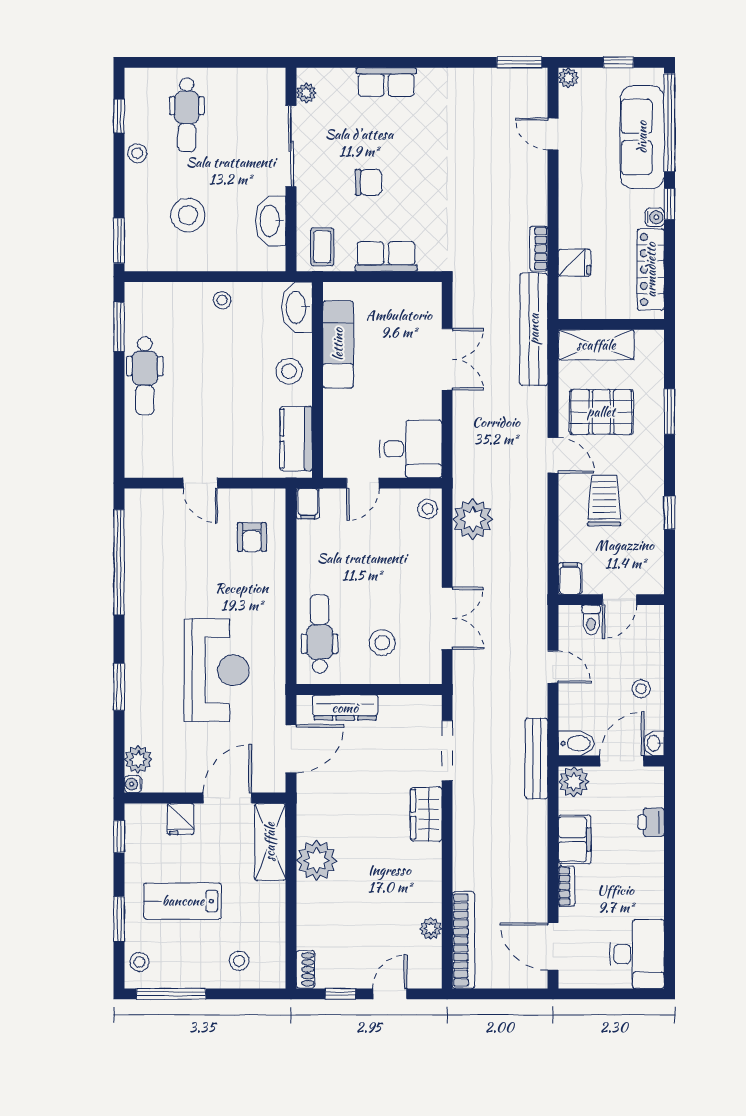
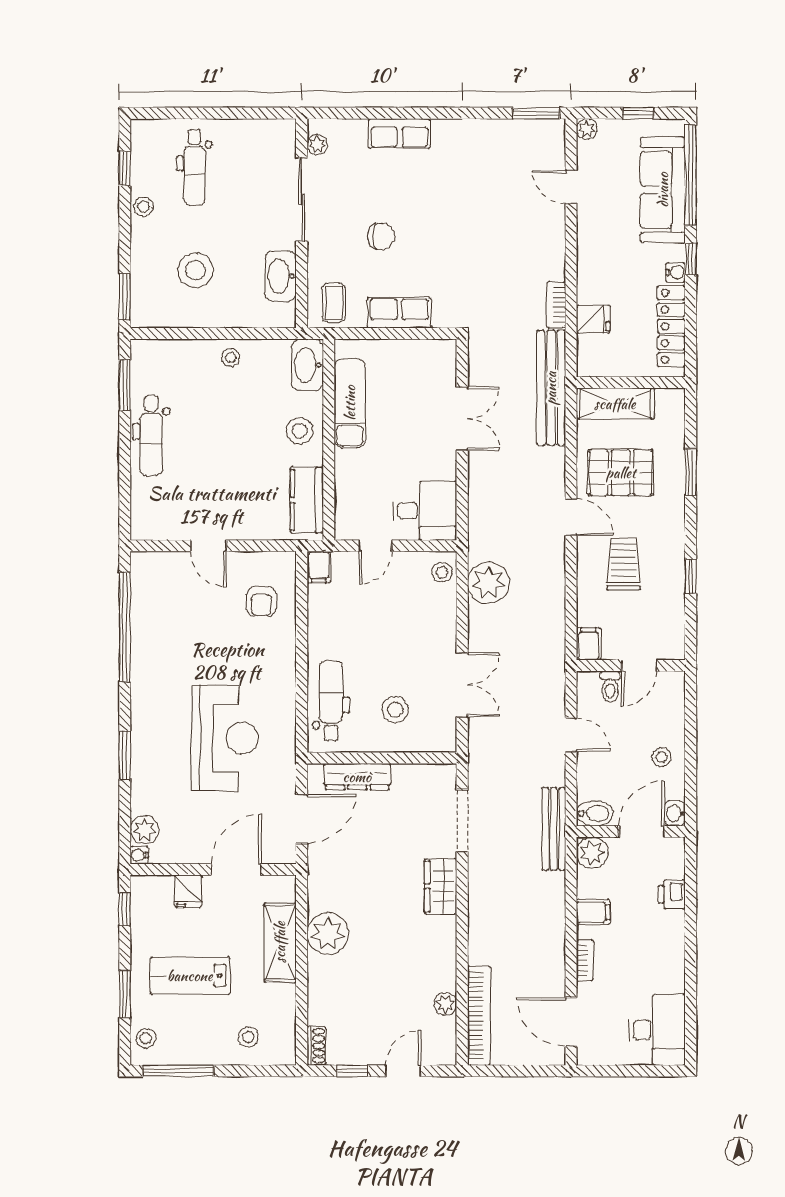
filing cabinet: (575, 839) -> (593, 912), width x0.50
shelving: (270, 842) -> (280, 942), moved

